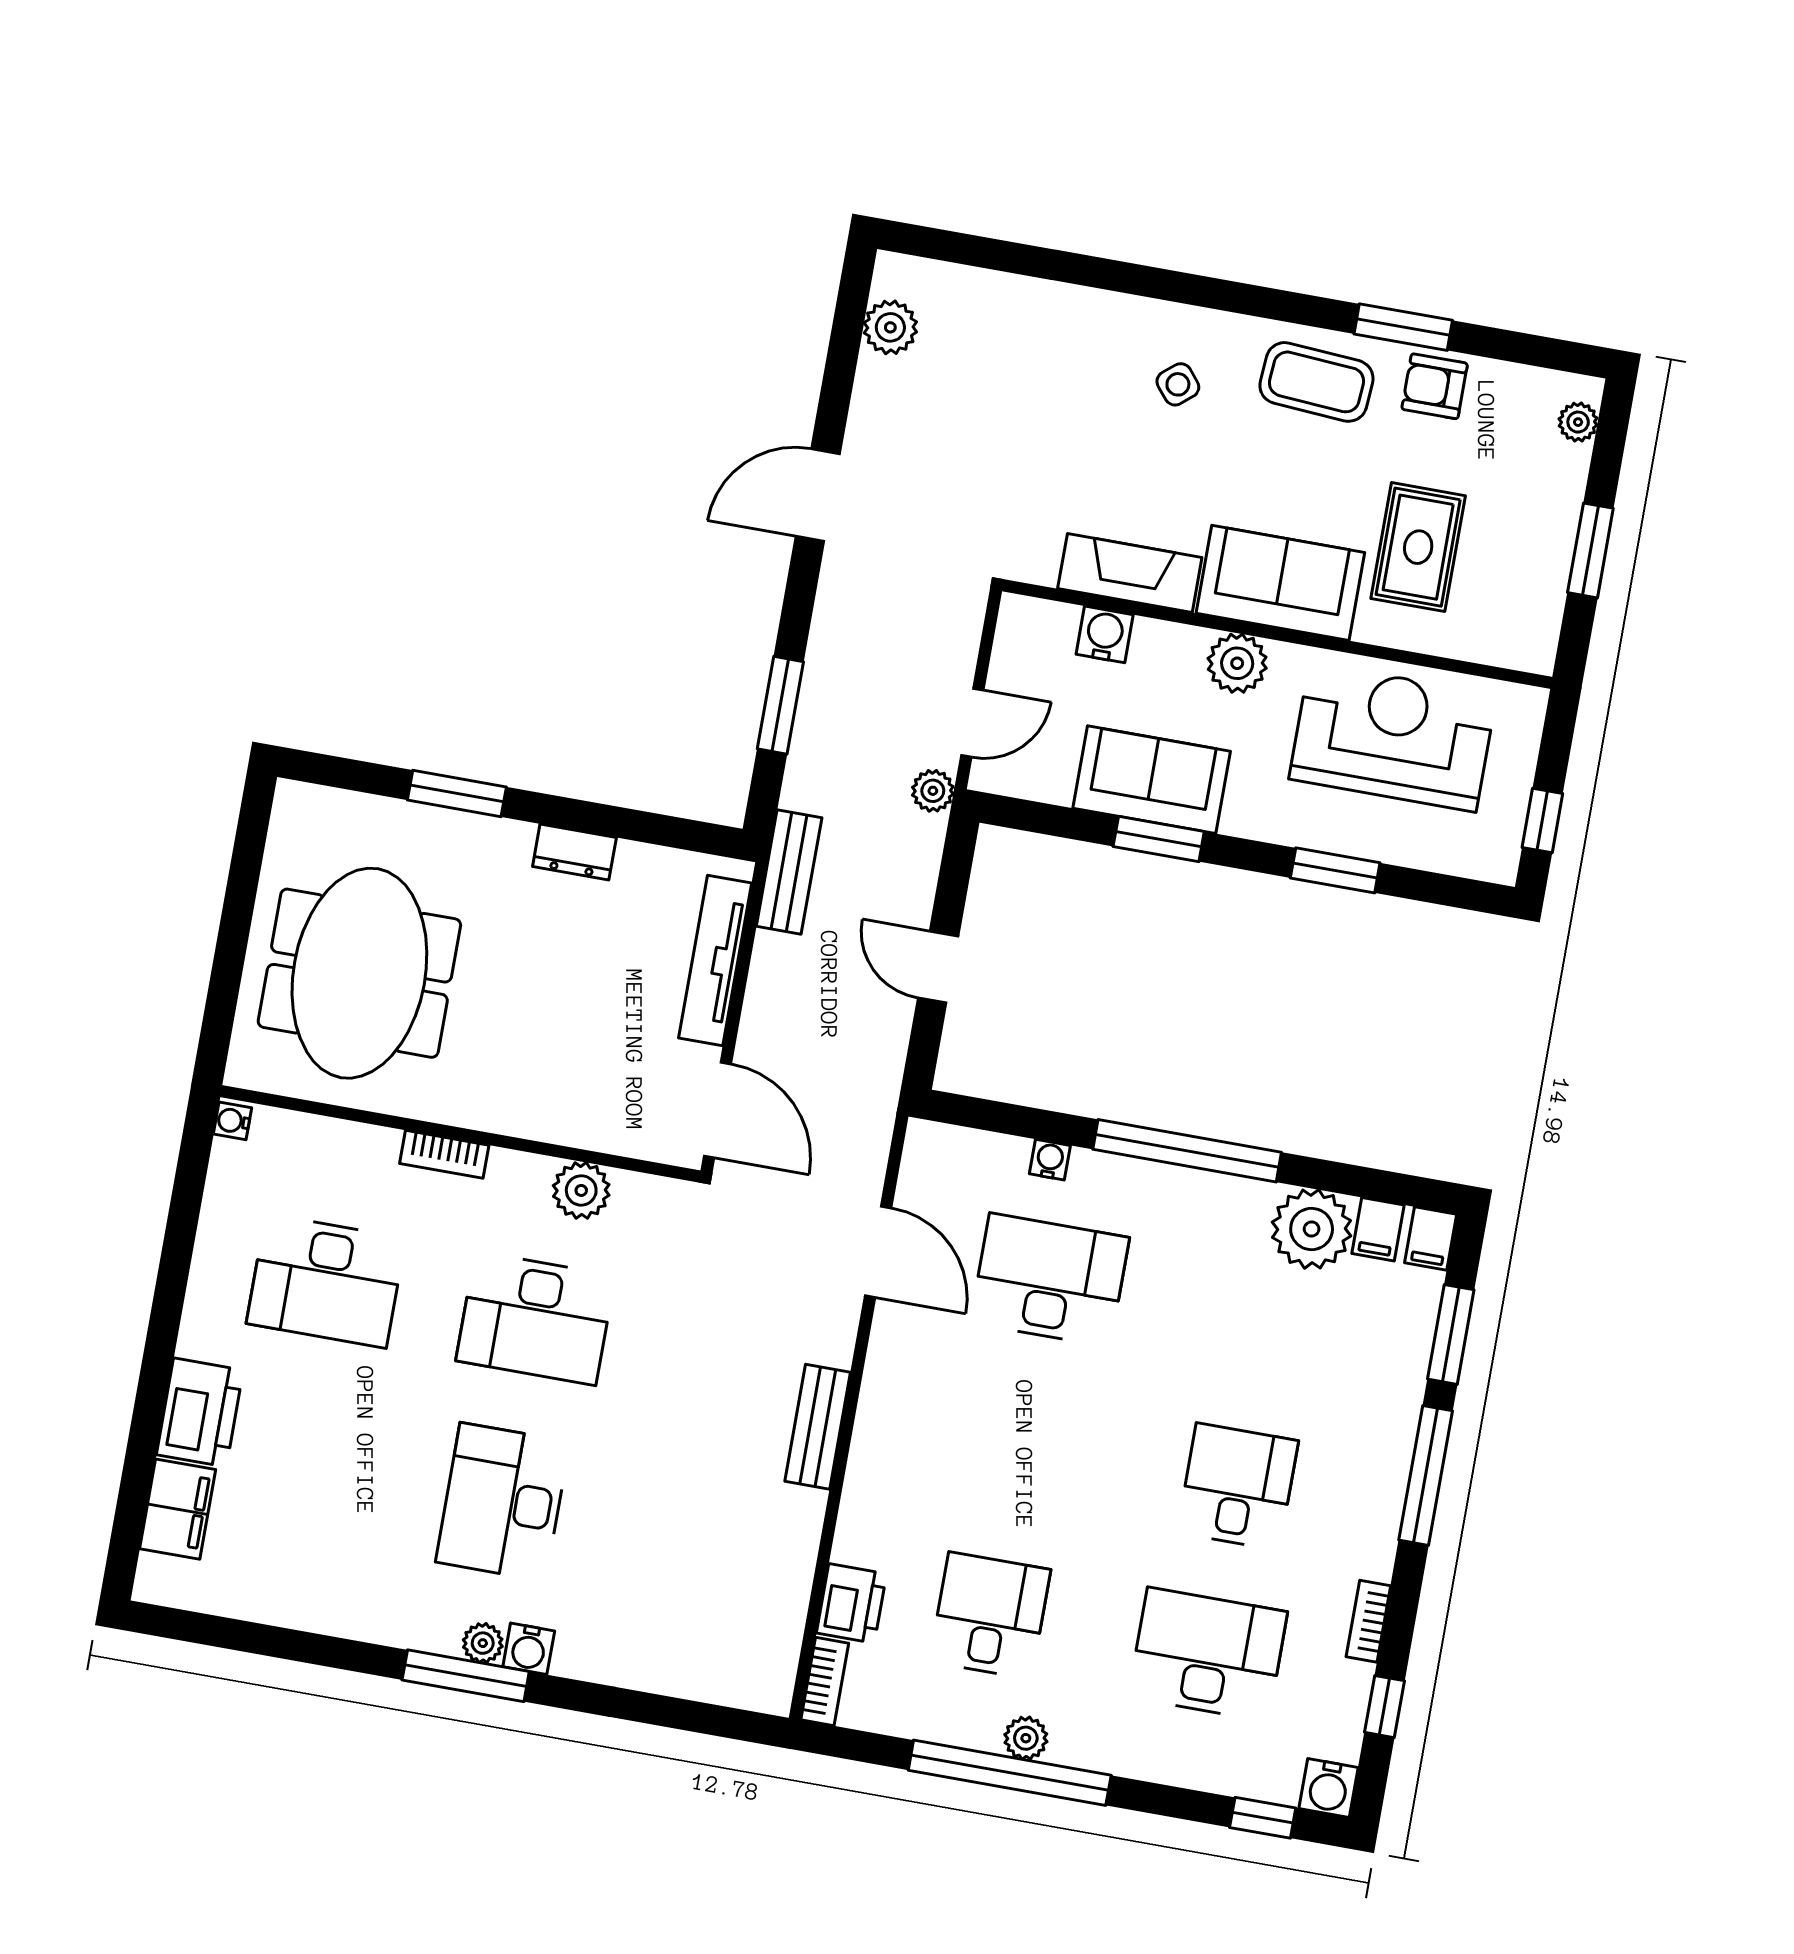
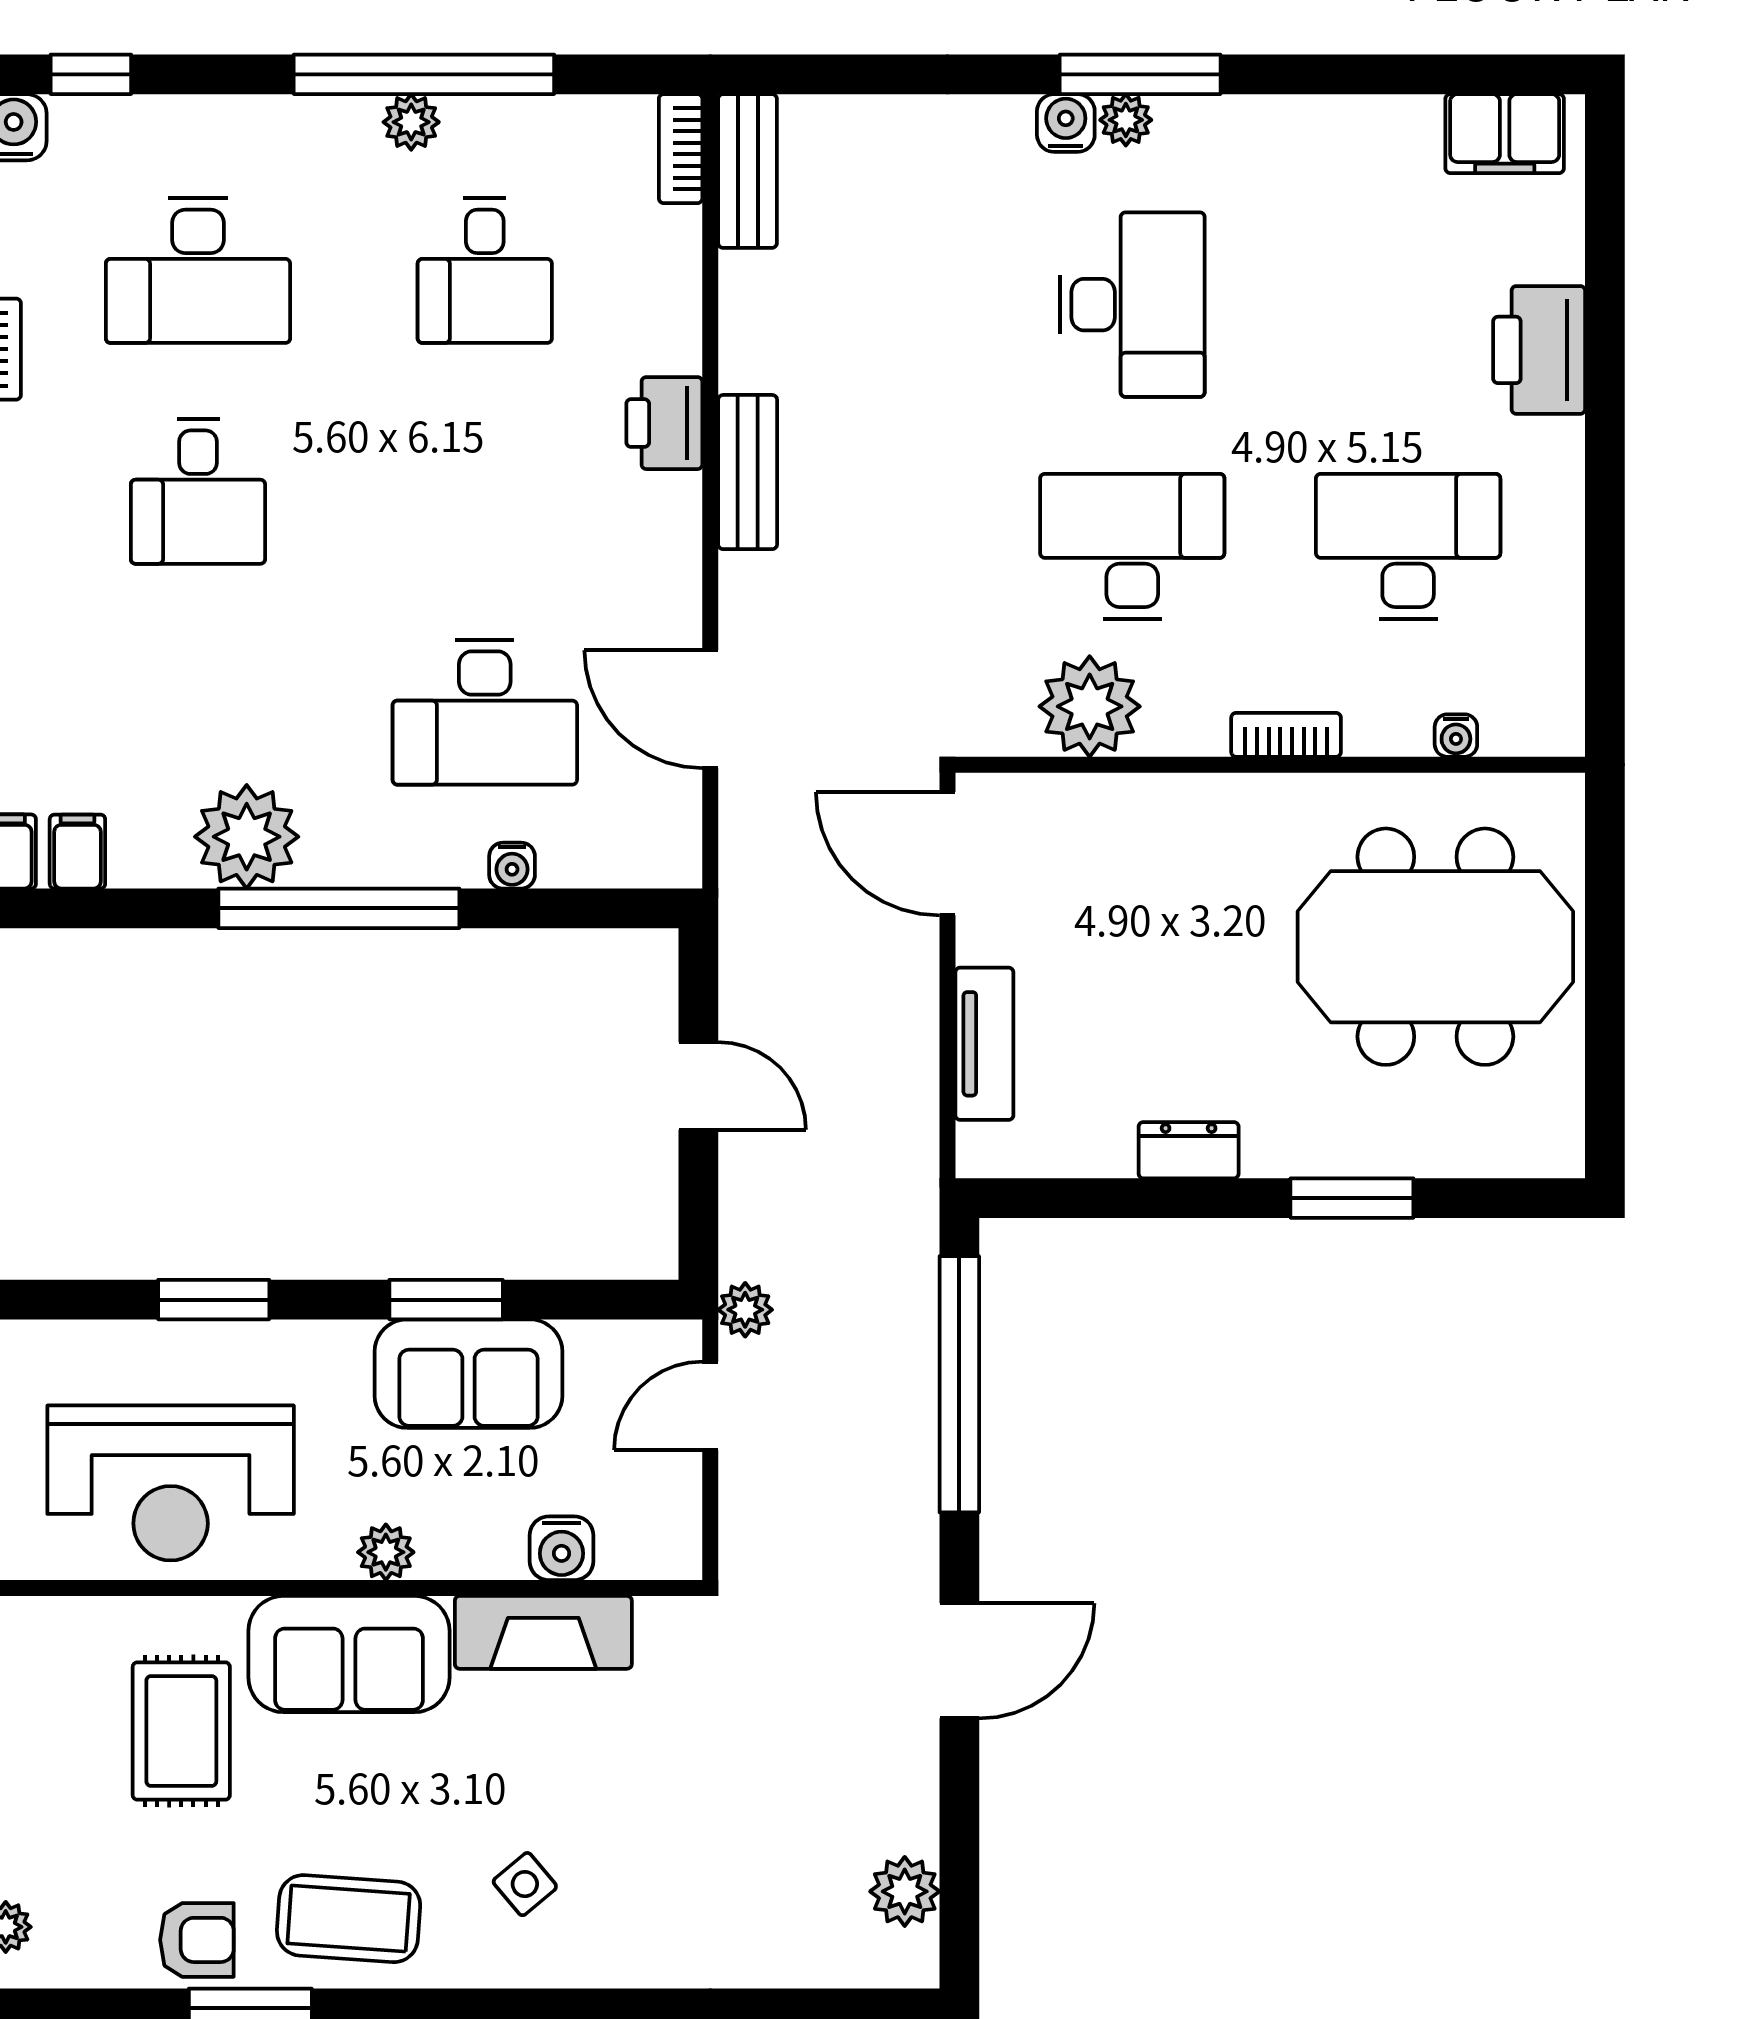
plant: (1237, 663) -> (386, 1552), width x0.73, depth x0.73
window: (780, 705) -> (959, 1384), width x2.11
bench: (789, 872) -> (748, 171), moved
tv unit: (715, 960) -> (984, 1044), width x0.71
meeting table: (359, 973) -> (1435, 947), turned 90
water cooler: (232, 1121) -> (1456, 736), moved, turned 90
plant: (581, 1190) -> (1090, 706), width x1.36, depth x1.36
plant: (1312, 1229) -> (247, 837), moved
filing cabinet: (178, 1509) -> (1505, 134), moved, turned -90
printer: (851, 1603) -> (664, 423), moved

